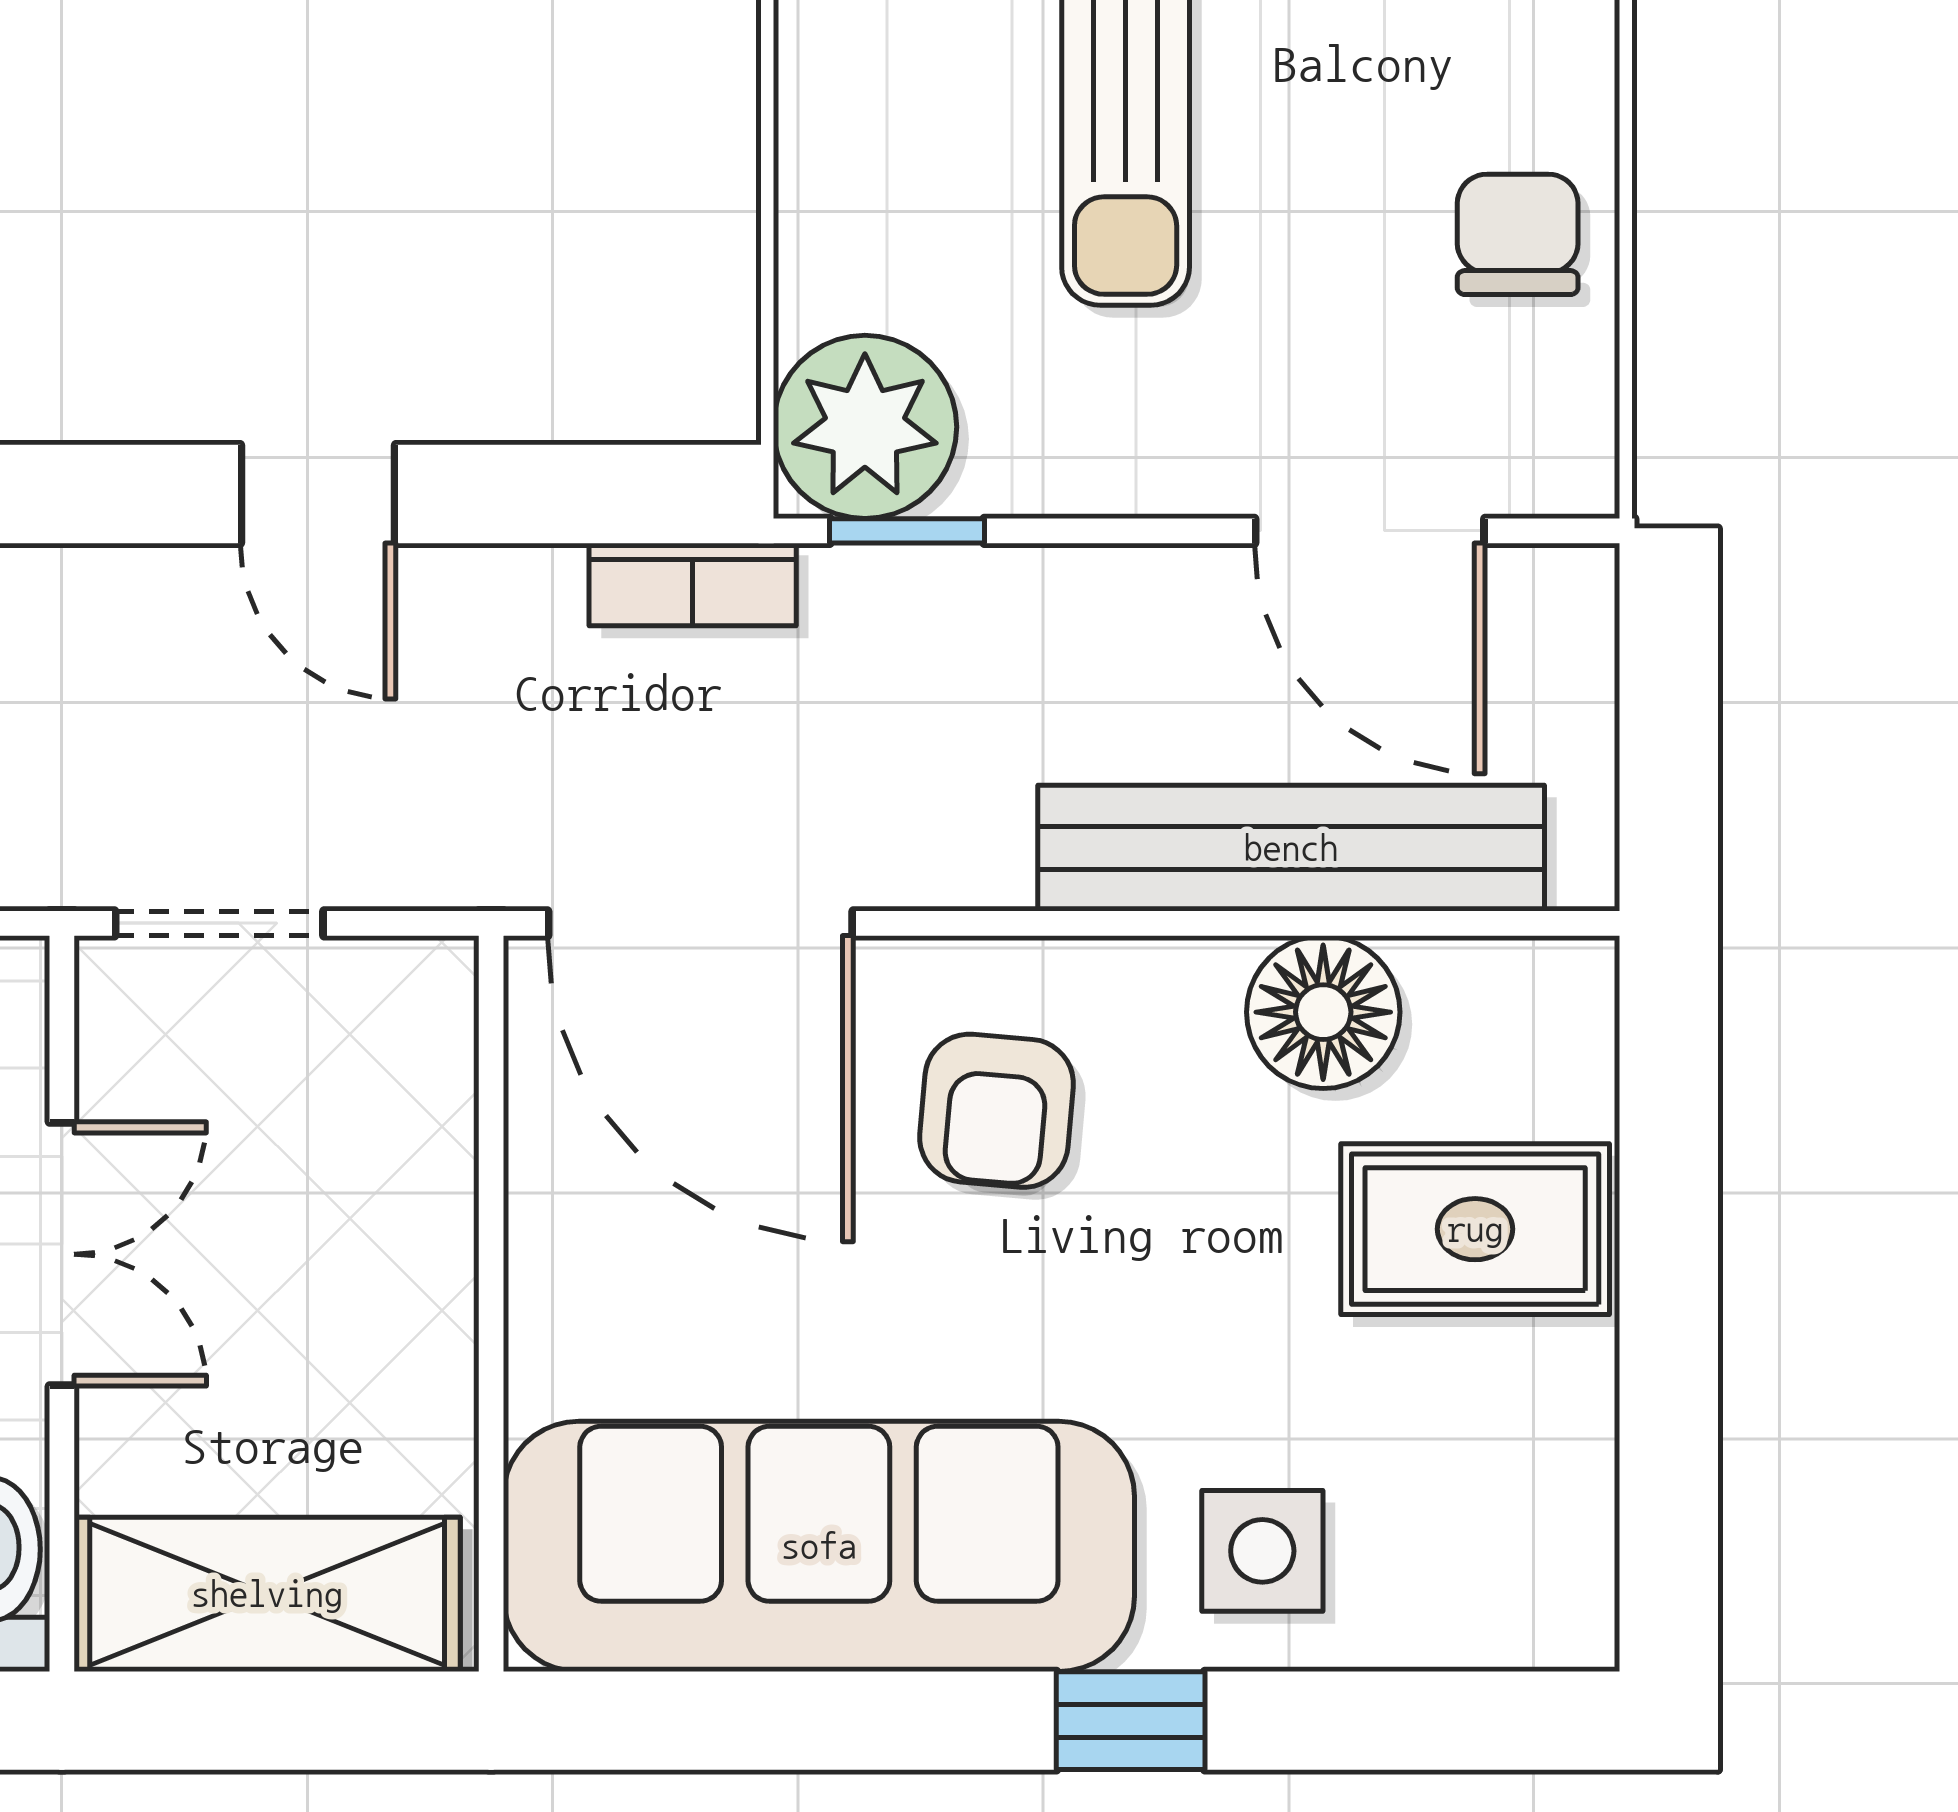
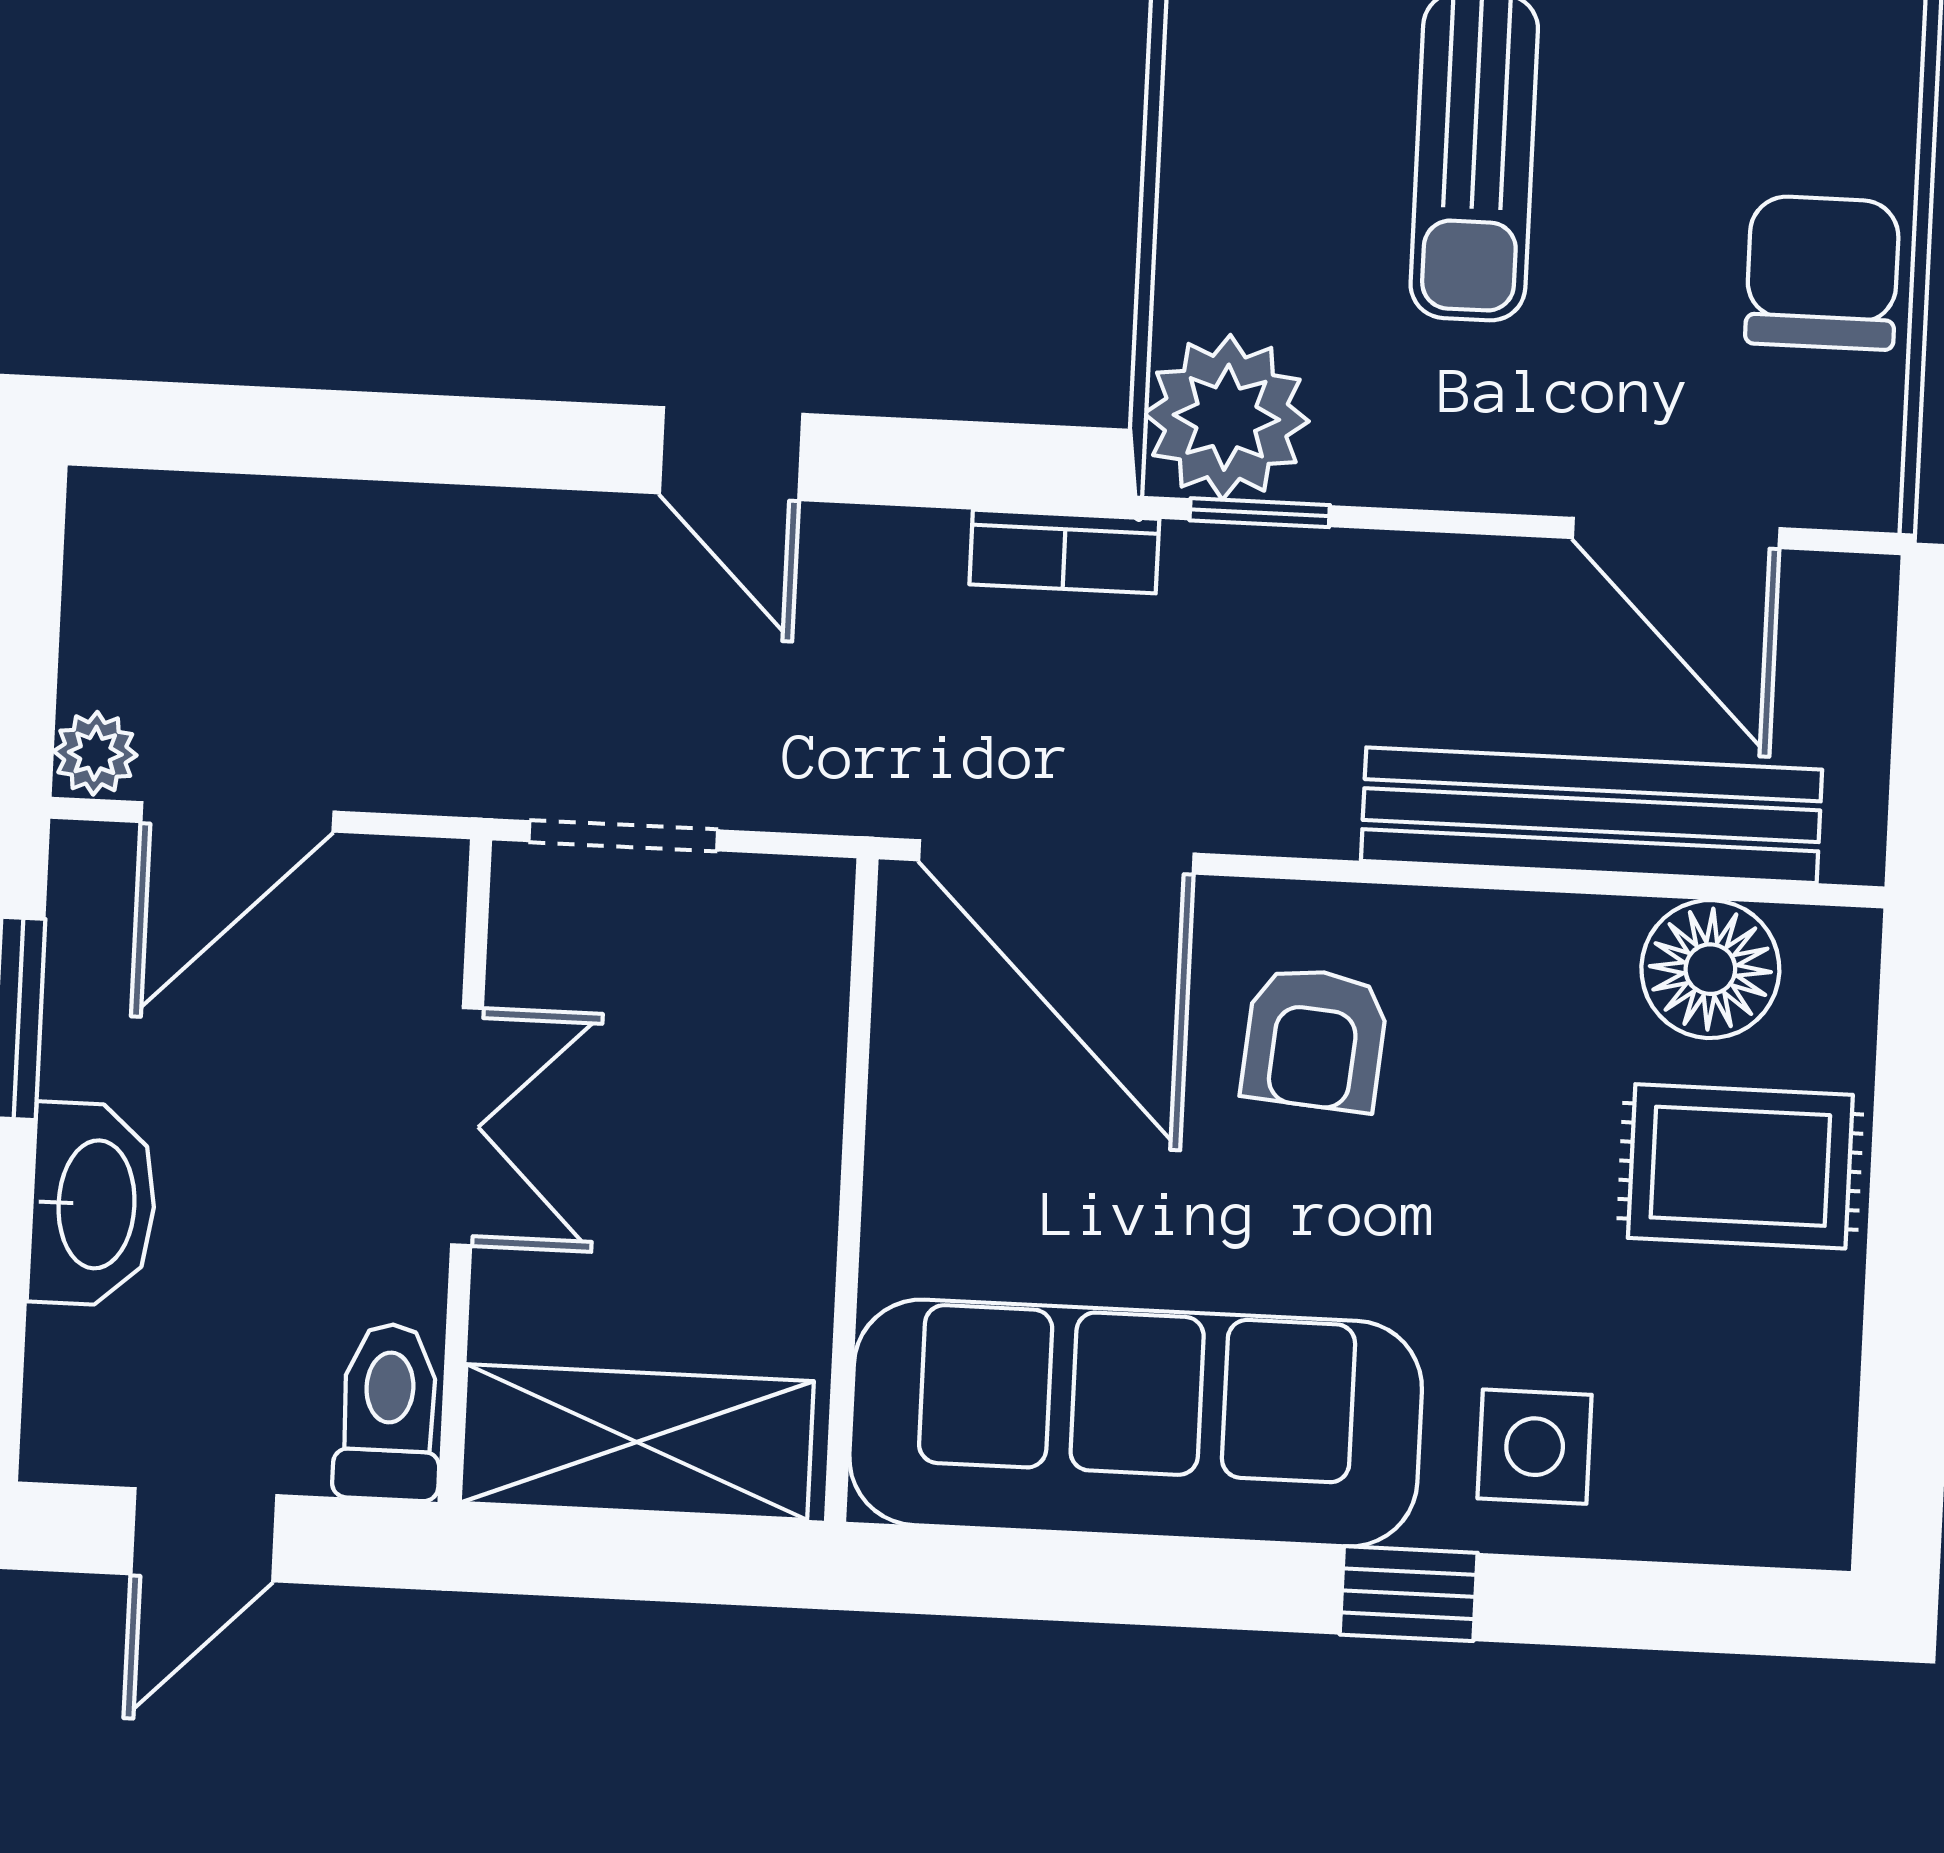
chair: (1518, 234) -> (1822, 273), width x1.37, depth x1.37
floor lamp: (1323, 1012) -> (1710, 969), moved

